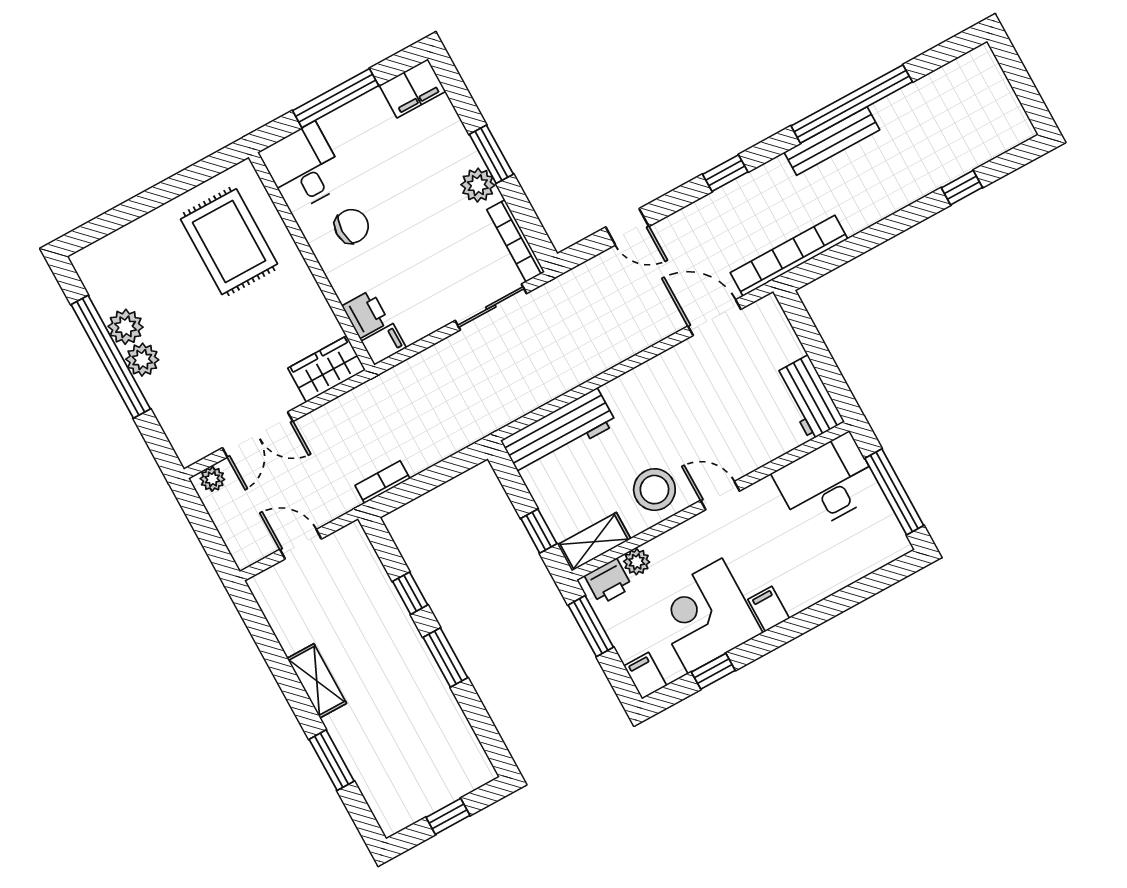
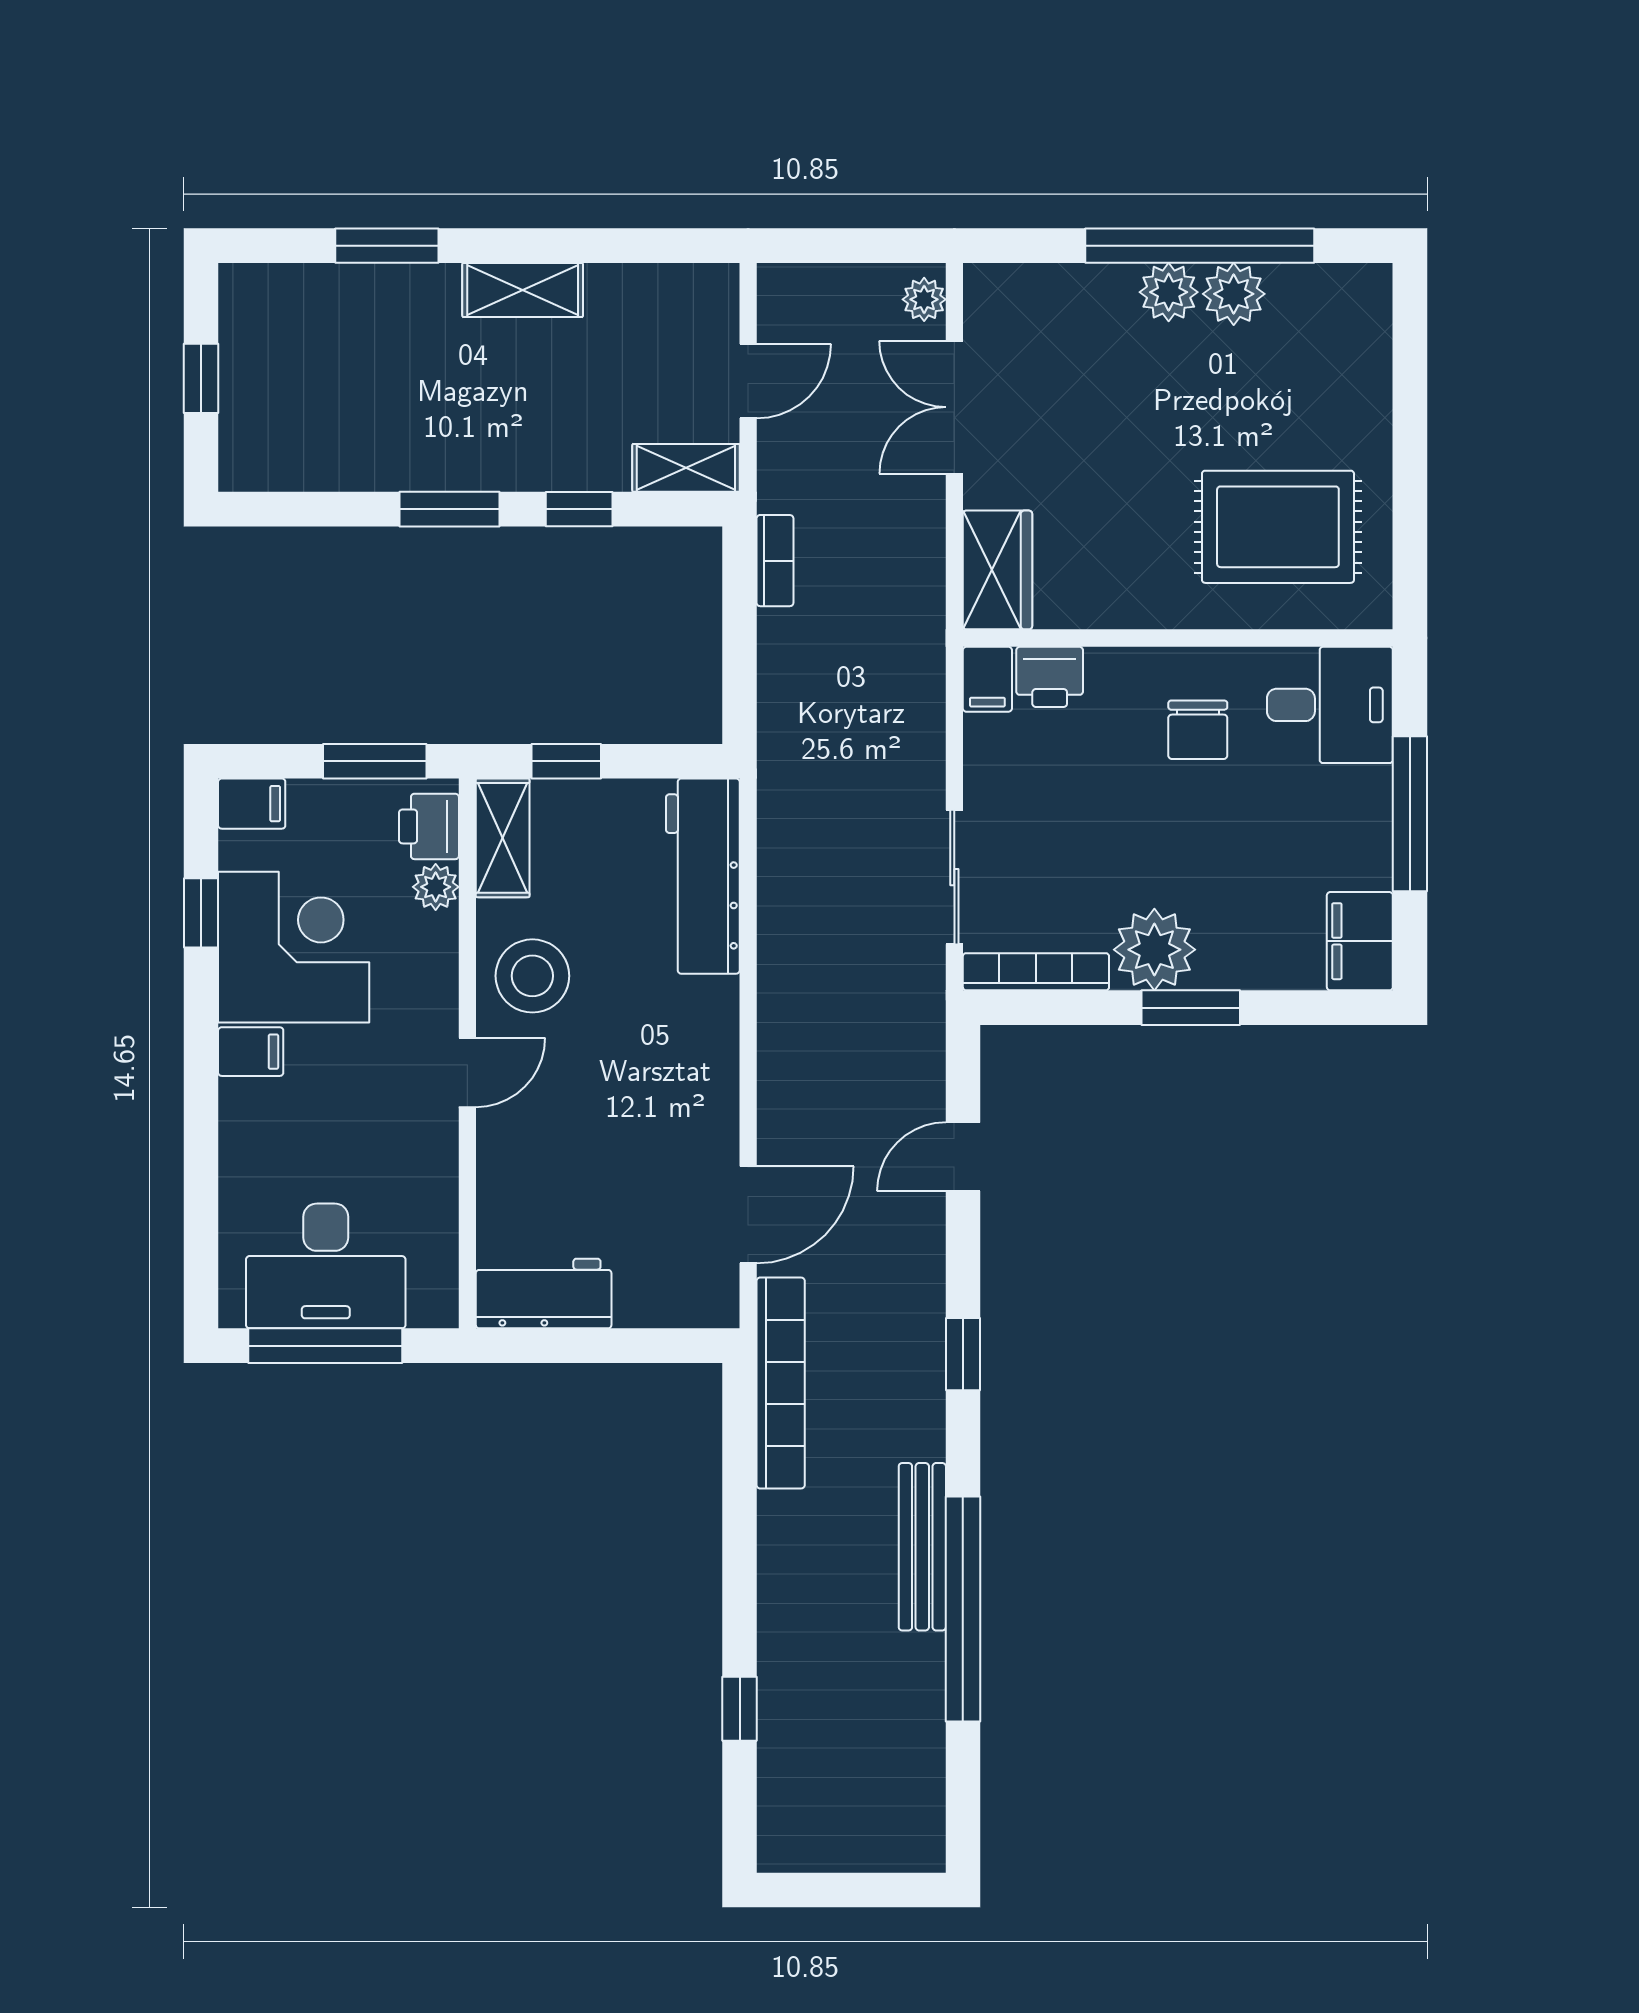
plant: (478, 185) -> (1154, 950), width x1.36, depth x1.36
desk: (827, 483) -> (326, 1266), moved, turned 90
shelving: (361, 551) -> (686, 468), added

